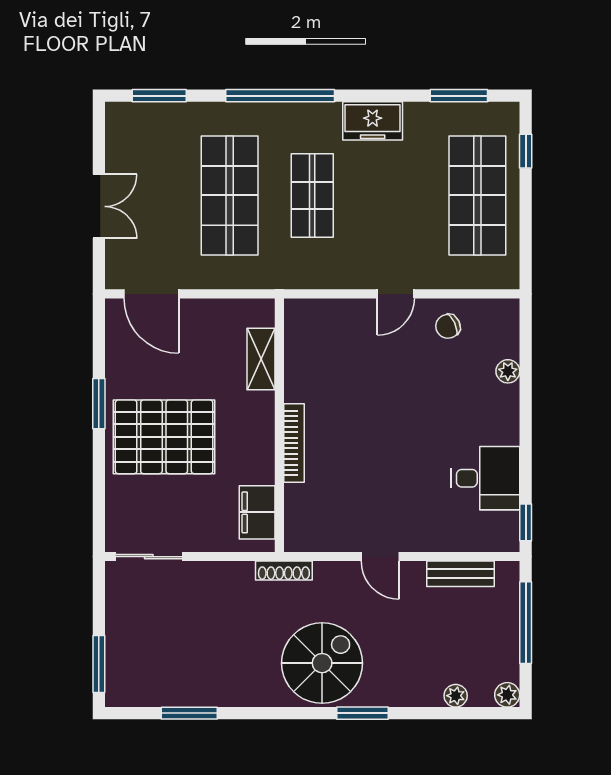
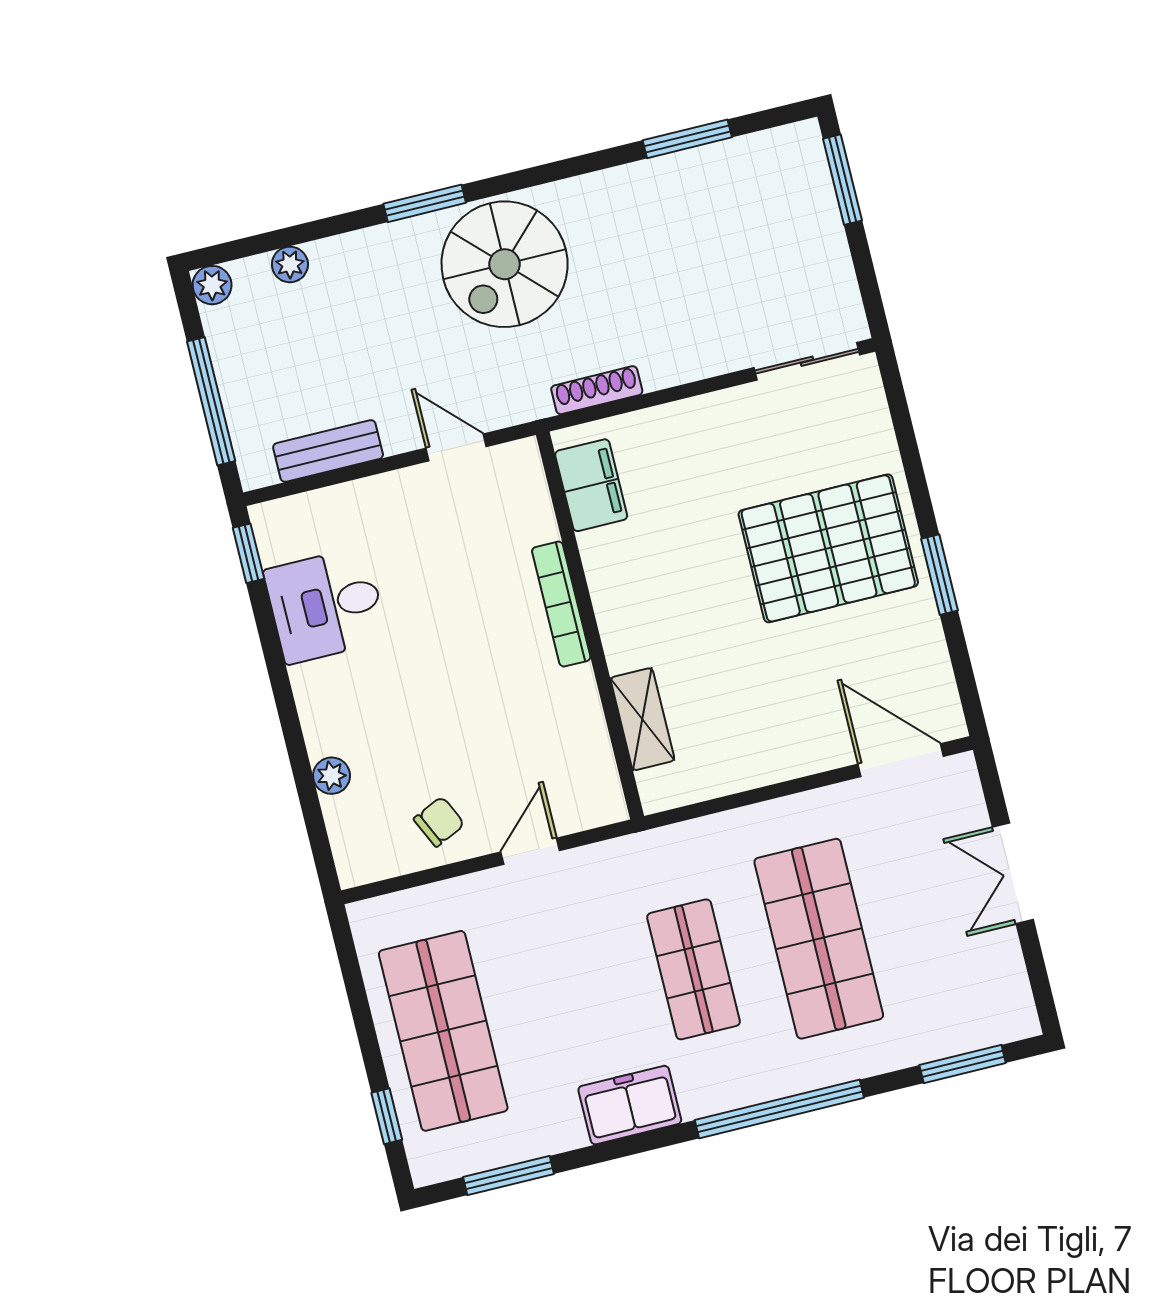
shelving: (261, 359) -> (642, 719), moved
wall: (279, 425) -> (590, 626), moved
bookcase: (294, 443) -> (561, 604), moved
filing cabinet: (257, 512) -> (591, 485), moved

